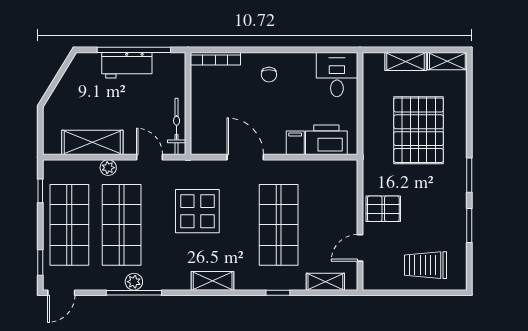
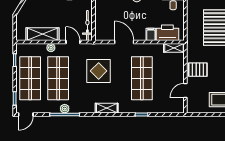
shelving: (325, 282) -> (174, 48), moved

